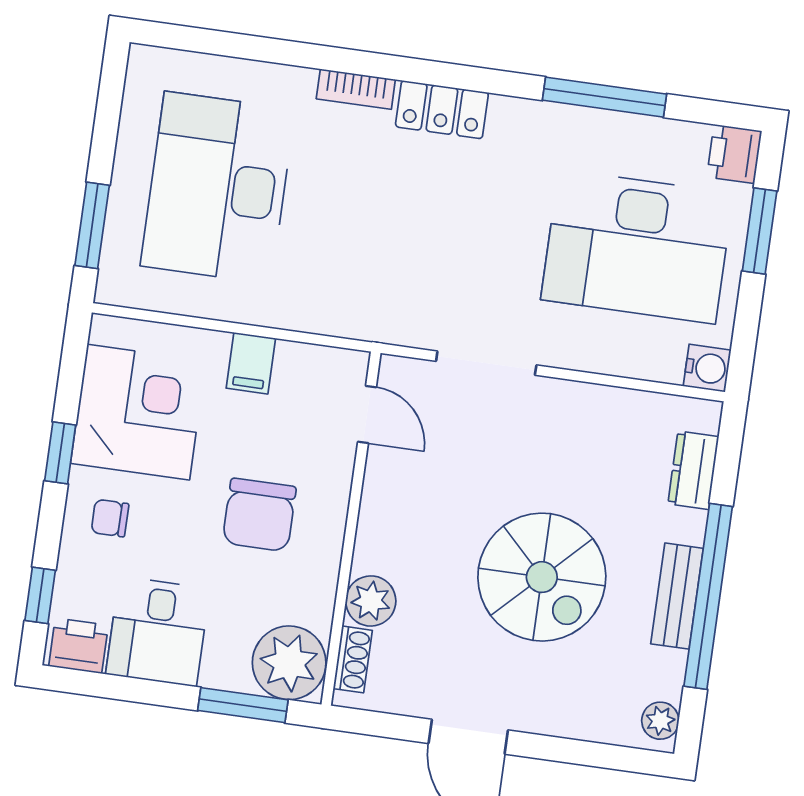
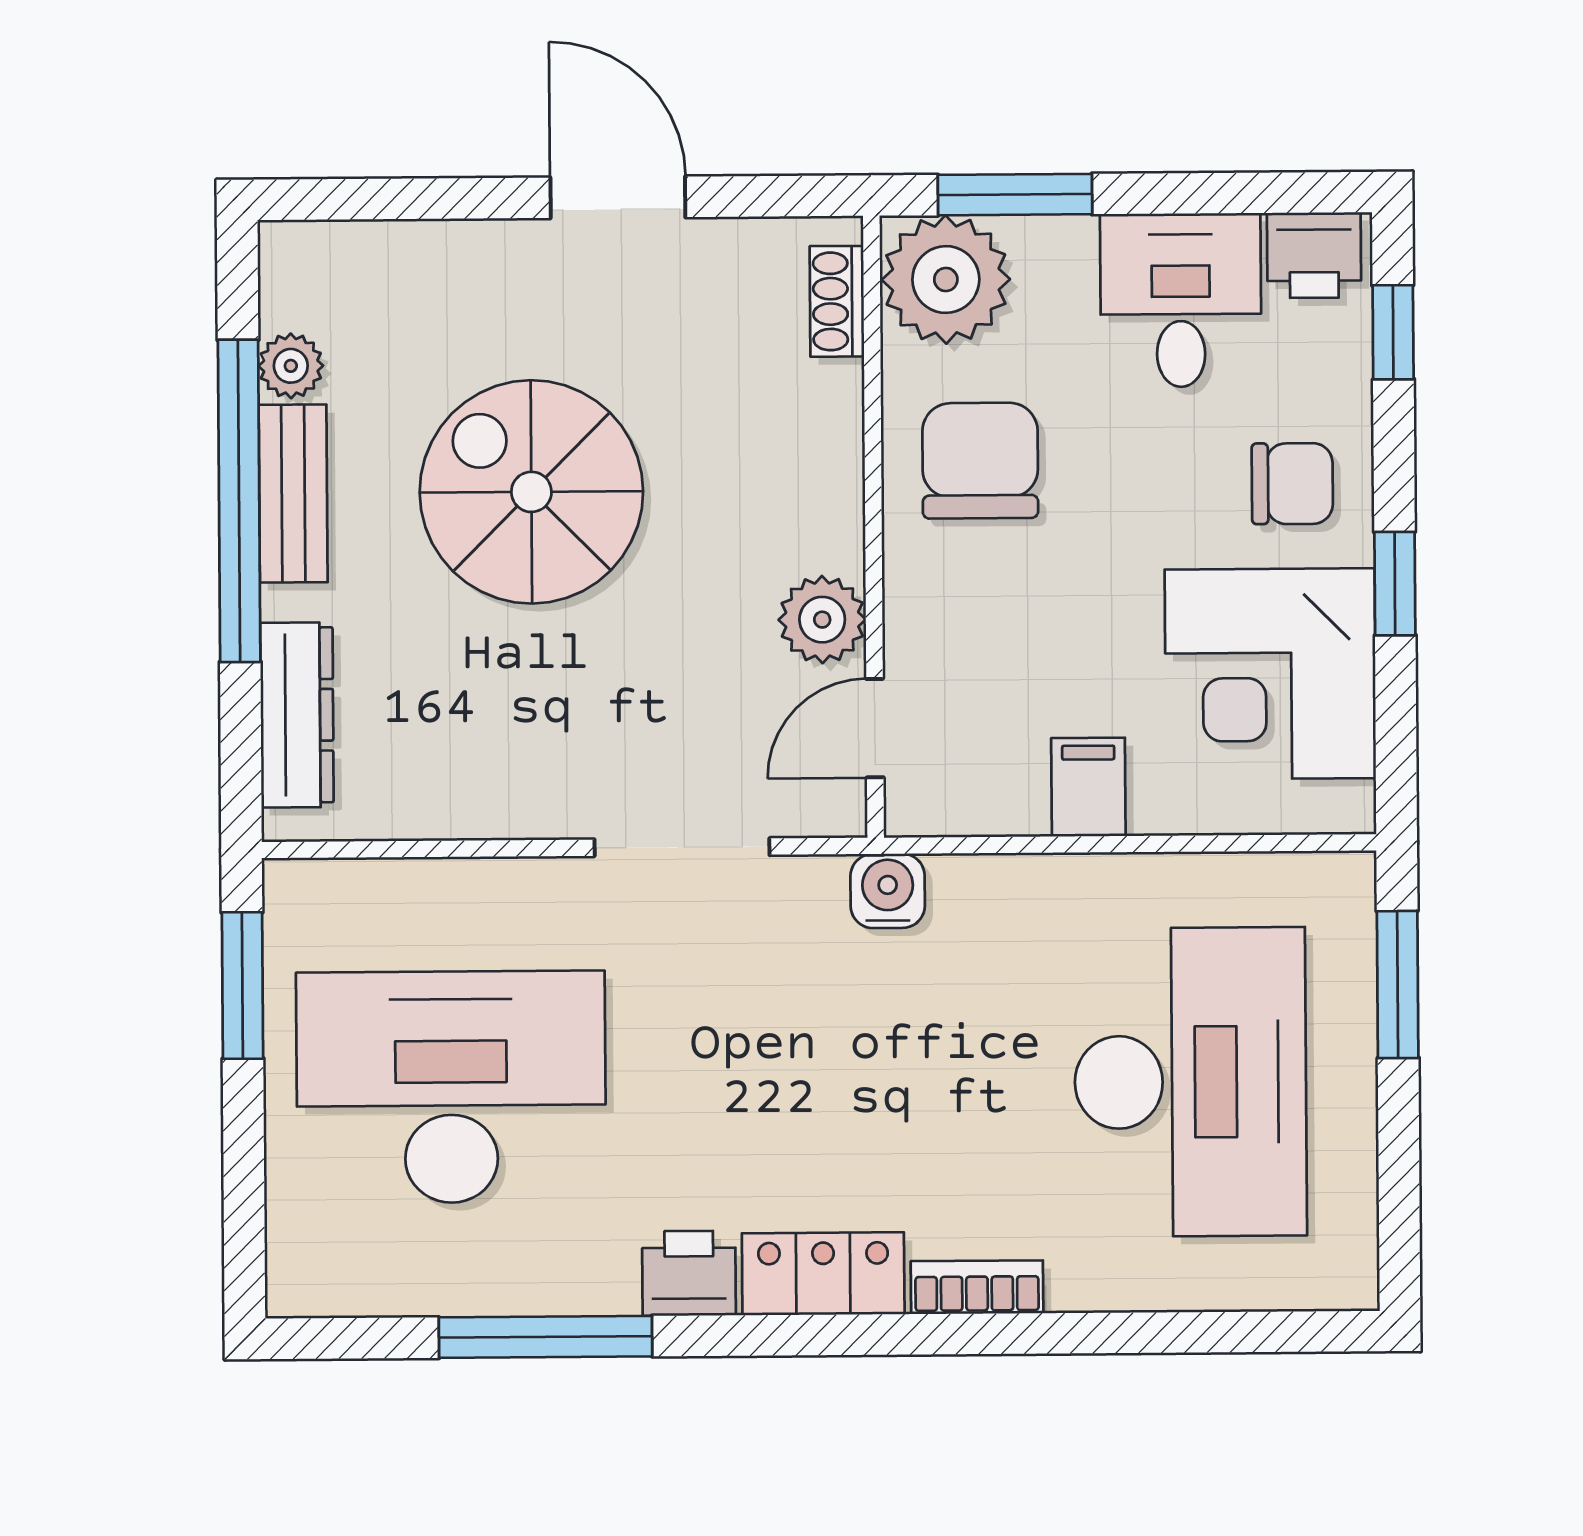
printer: (734, 154) -> (689, 1273), moved, turned -90
window: (760, 231) -> (242, 986), moved
water cooler: (707, 368) -> (888, 891), moved, turned 90
door: (367, 414) -> (875, 728), hinge flipped
dresser: (693, 470) -> (297, 715), width x1.44
chair: (259, 515) -> (980, 461), moved
chair: (110, 518) -> (1292, 484), width x1.37, depth x1.37
plant: (371, 601) -> (822, 620), moved
plant: (660, 721) -> (291, 366), moved

